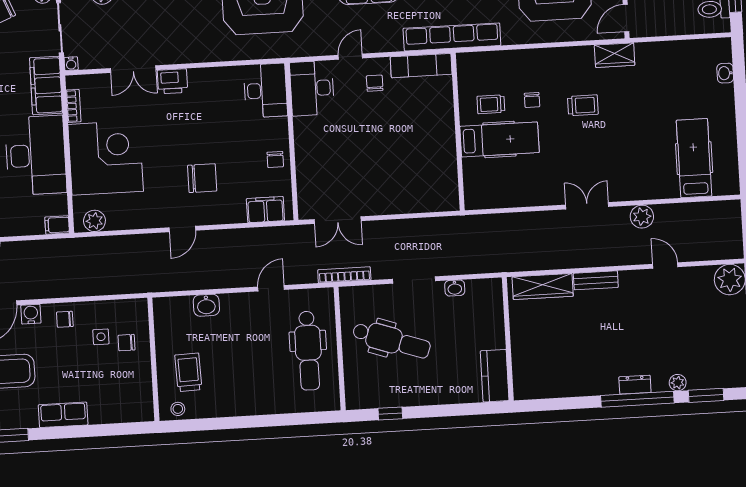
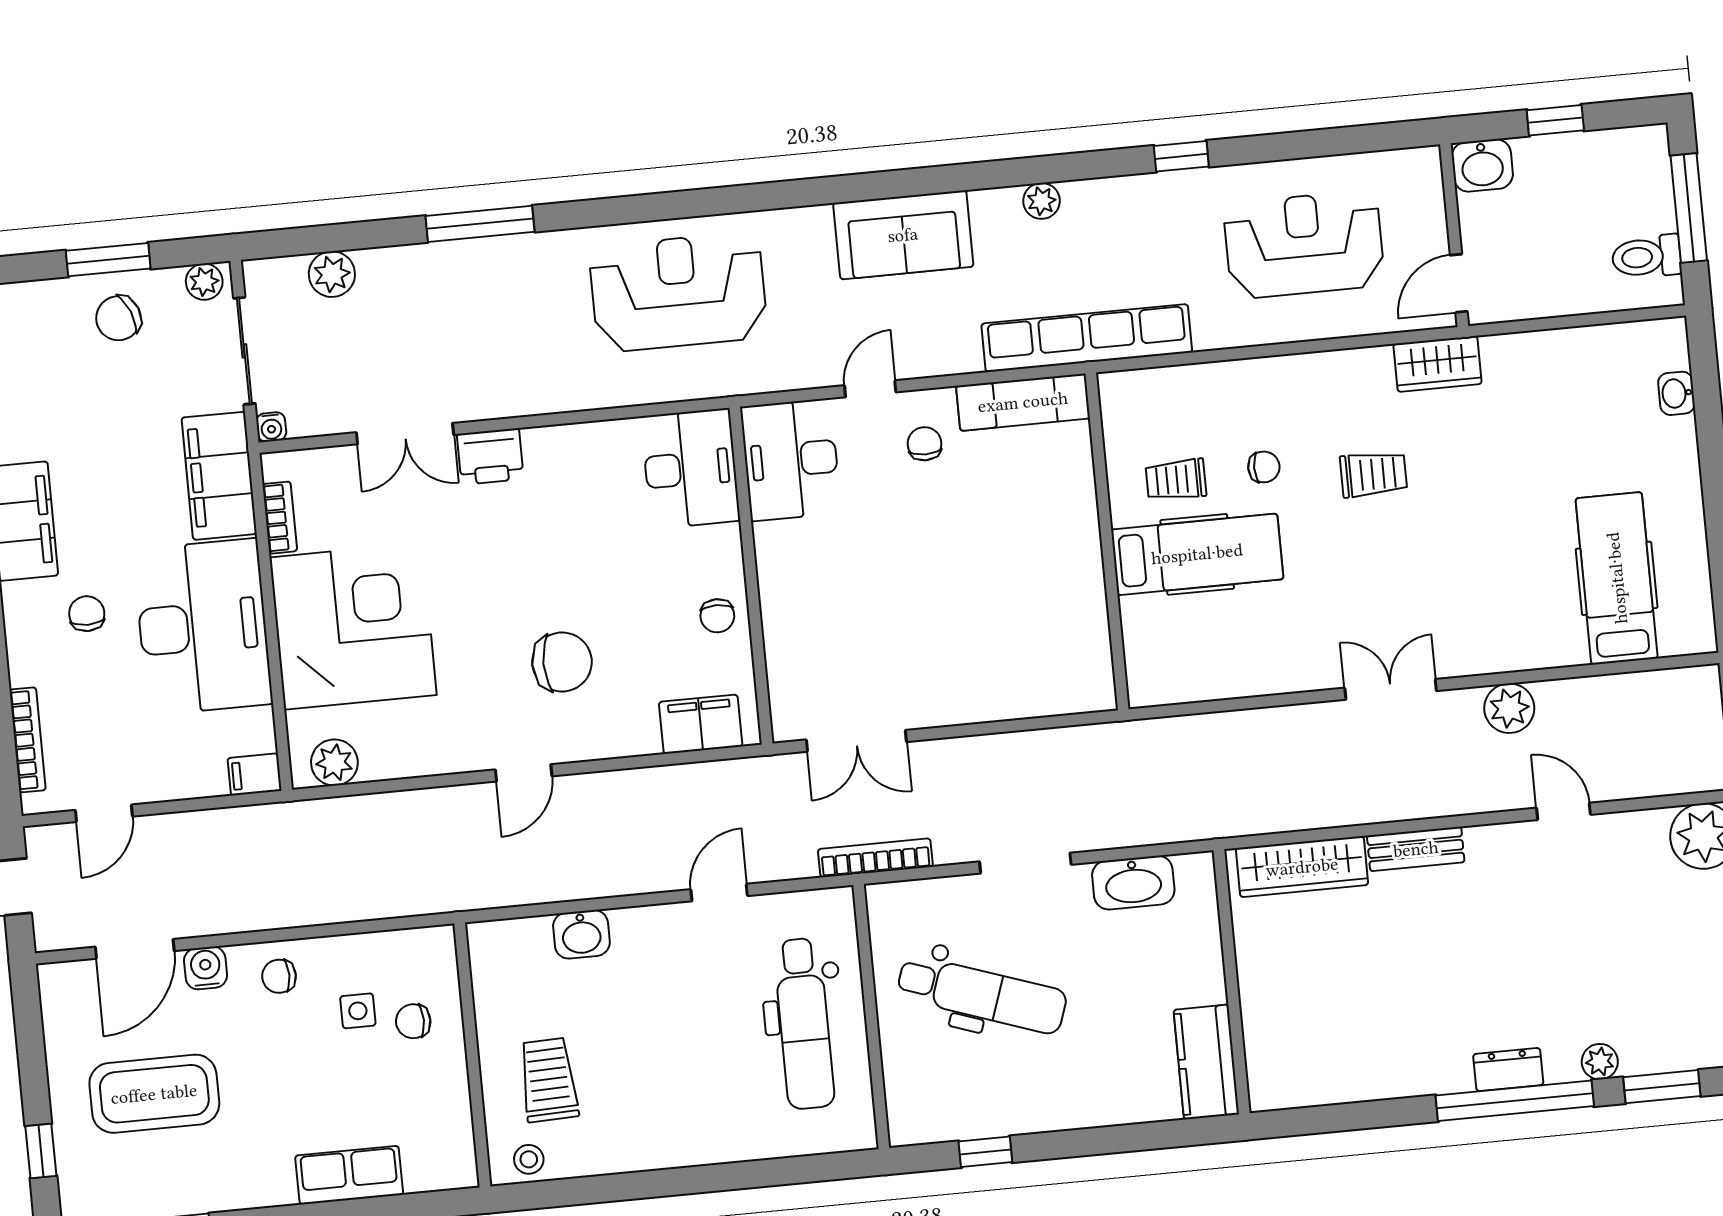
chair: (532, 100) -> (1264, 467), turned -90
washbasin: (455, 288) -> (1133, 883), width x1.91, depth x1.45
row of seats: (63, 415) -> (349, 1175), moved

